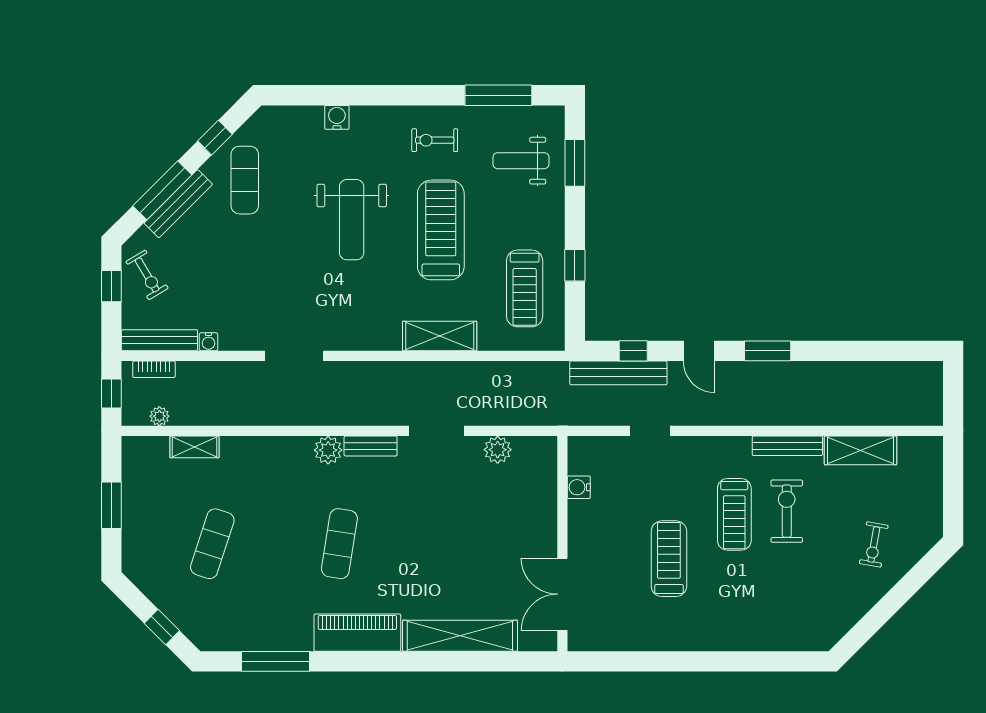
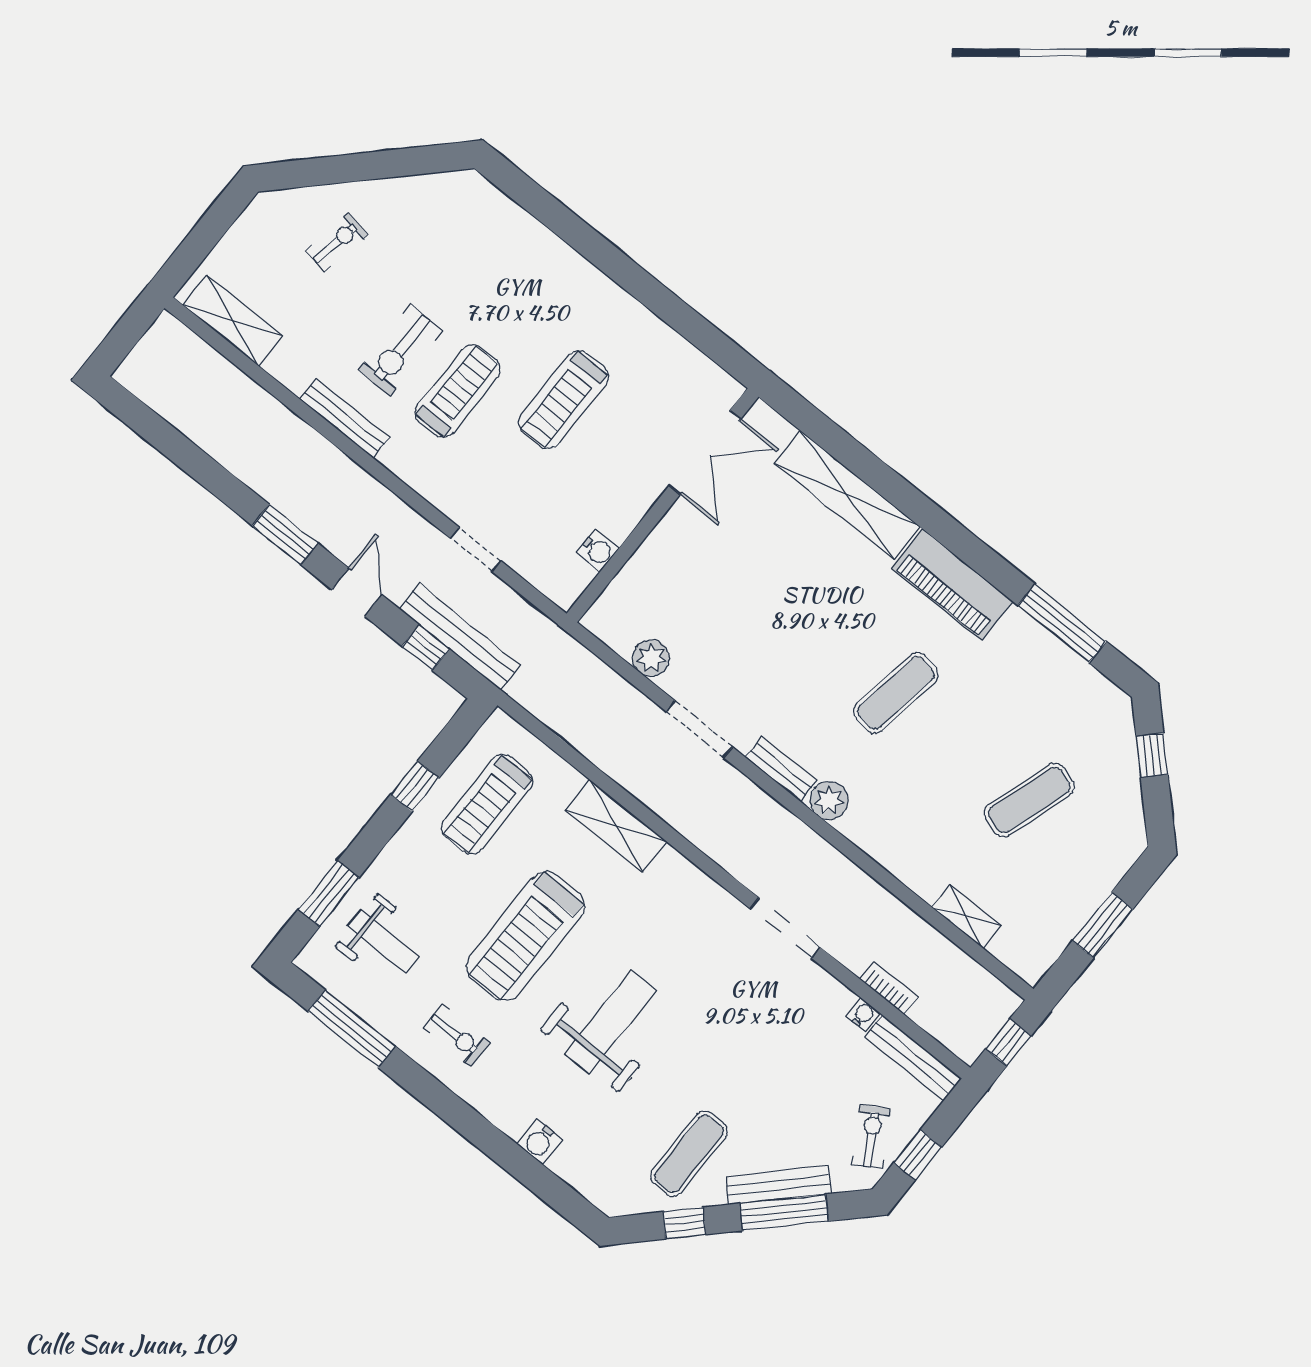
treadmill: (525, 288) -> (487, 804), turned 180
bookcase: (154, 369) -> (889, 988), moved
plant: (159, 416) -> (977, 978), removed
shelving: (860, 450) -> (233, 320), moved

